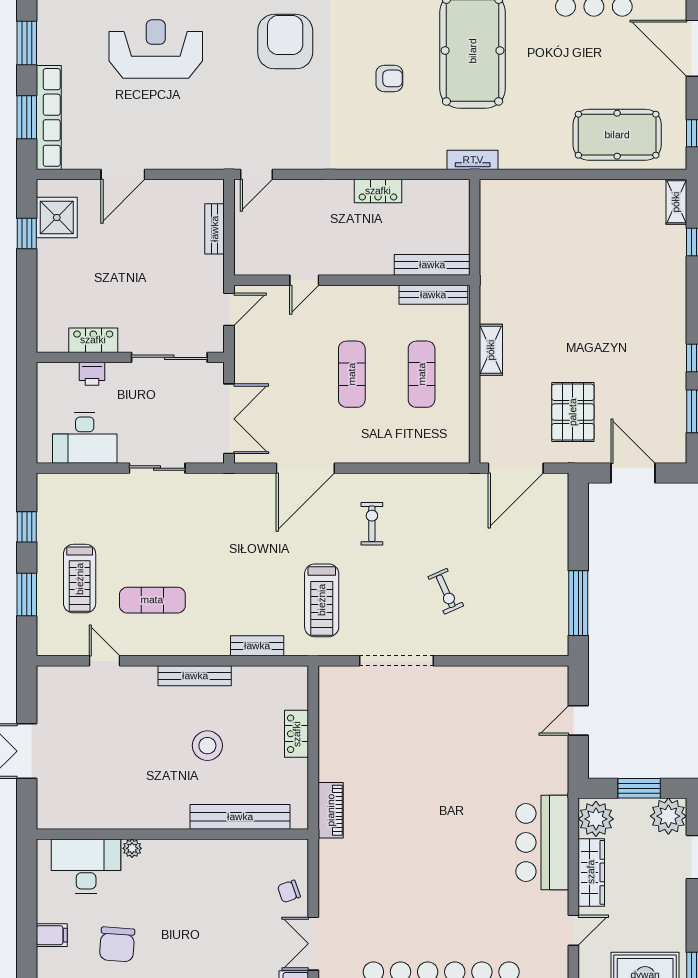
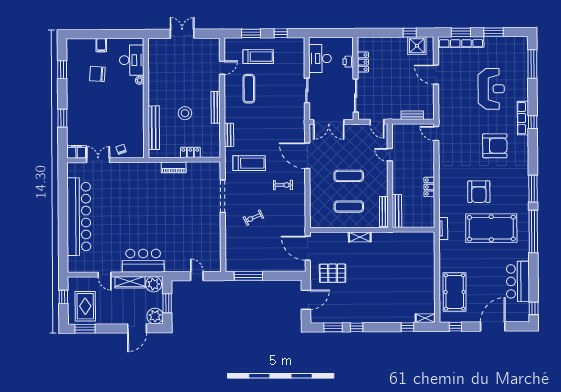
armchair: (389, 78) -> (479, 192), width x1.88, depth x1.88
treadmill: (80, 579) -> (258, 57), turned 180
treadmill: (322, 600) -> (249, 163), turned 180
piano: (331, 810) -> (174, 167), moved

